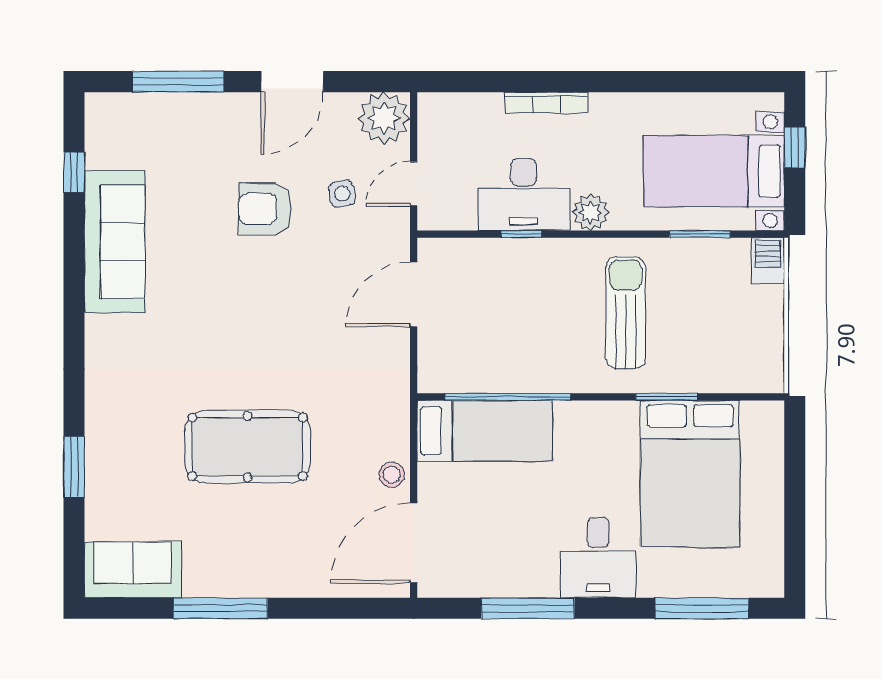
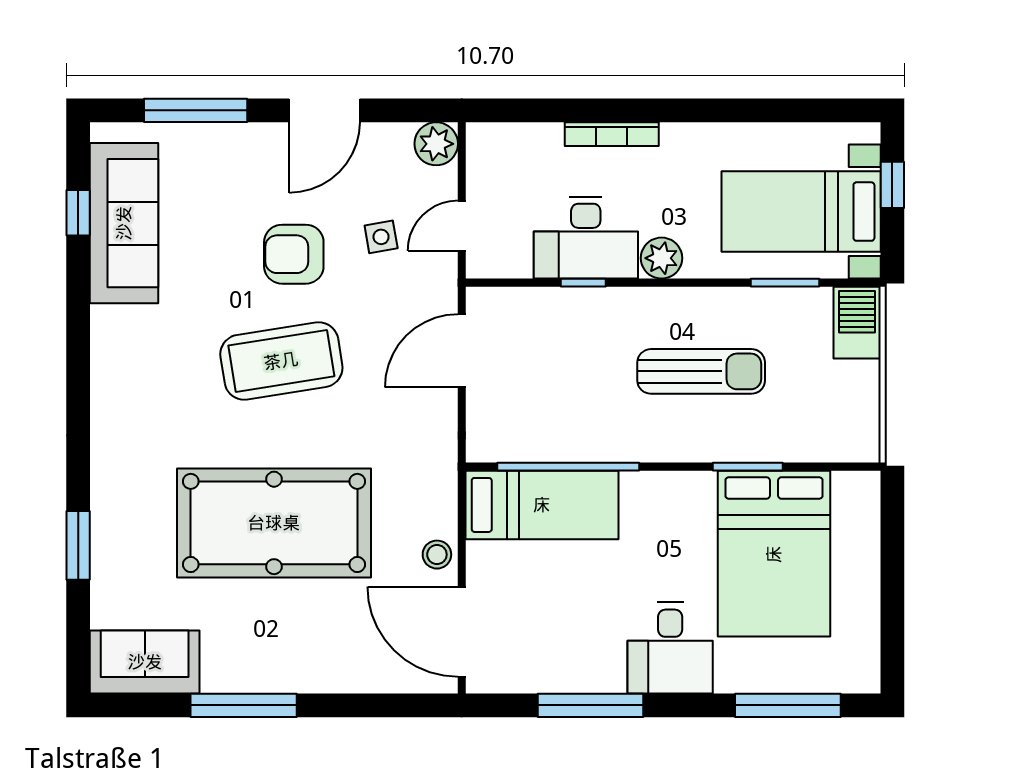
plant: (384, 118) -> (436, 144), width x0.73, depth x0.73
sofa: (115, 242) -> (124, 223), moved
barbecue: (768, 261) -> (857, 323), width x1.38, depth x1.27
coffee table: (254, 303) -> (281, 361), added
sun lounger: (626, 313) -> (701, 371), turned 90
pool table: (247, 447) -> (274, 523), width x1.36, depth x1.32
door: (414, 543) -> (462, 632), hinge flipped

